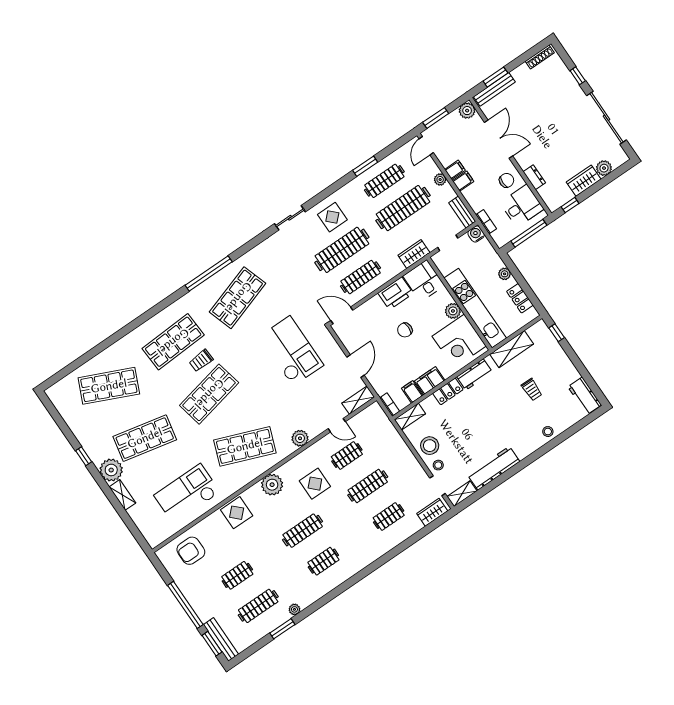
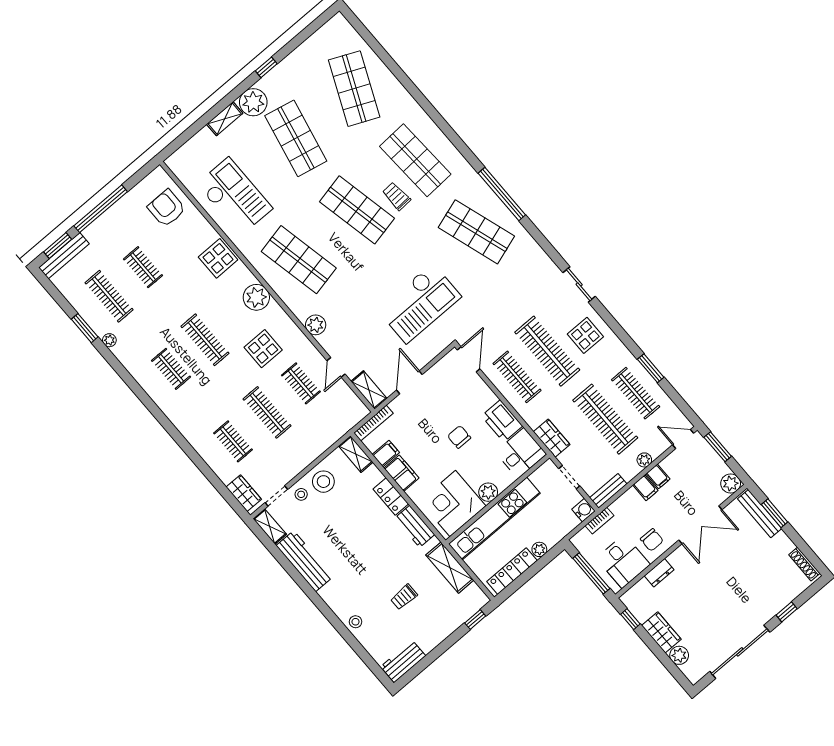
locker: (520, 298) -> (512, 571), width x1.53
door: (356, 366) -> (409, 382), swing flipped
bookcase: (390, 405) -> (373, 423), width x1.56
shop shelf: (245, 446) -> (299, 260), turned -33

